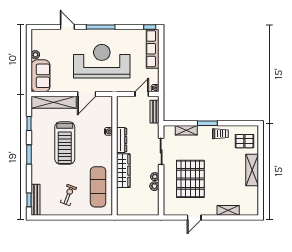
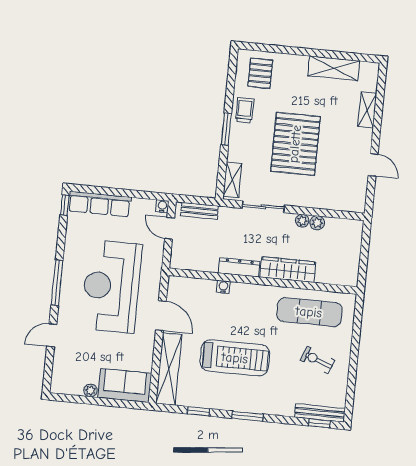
shelving: (186, 130) -> (232, 180), moved
shelving: (252, 170) -> (334, 68), moved
pallet: (190, 179) -> (295, 144), moved, turned 90

